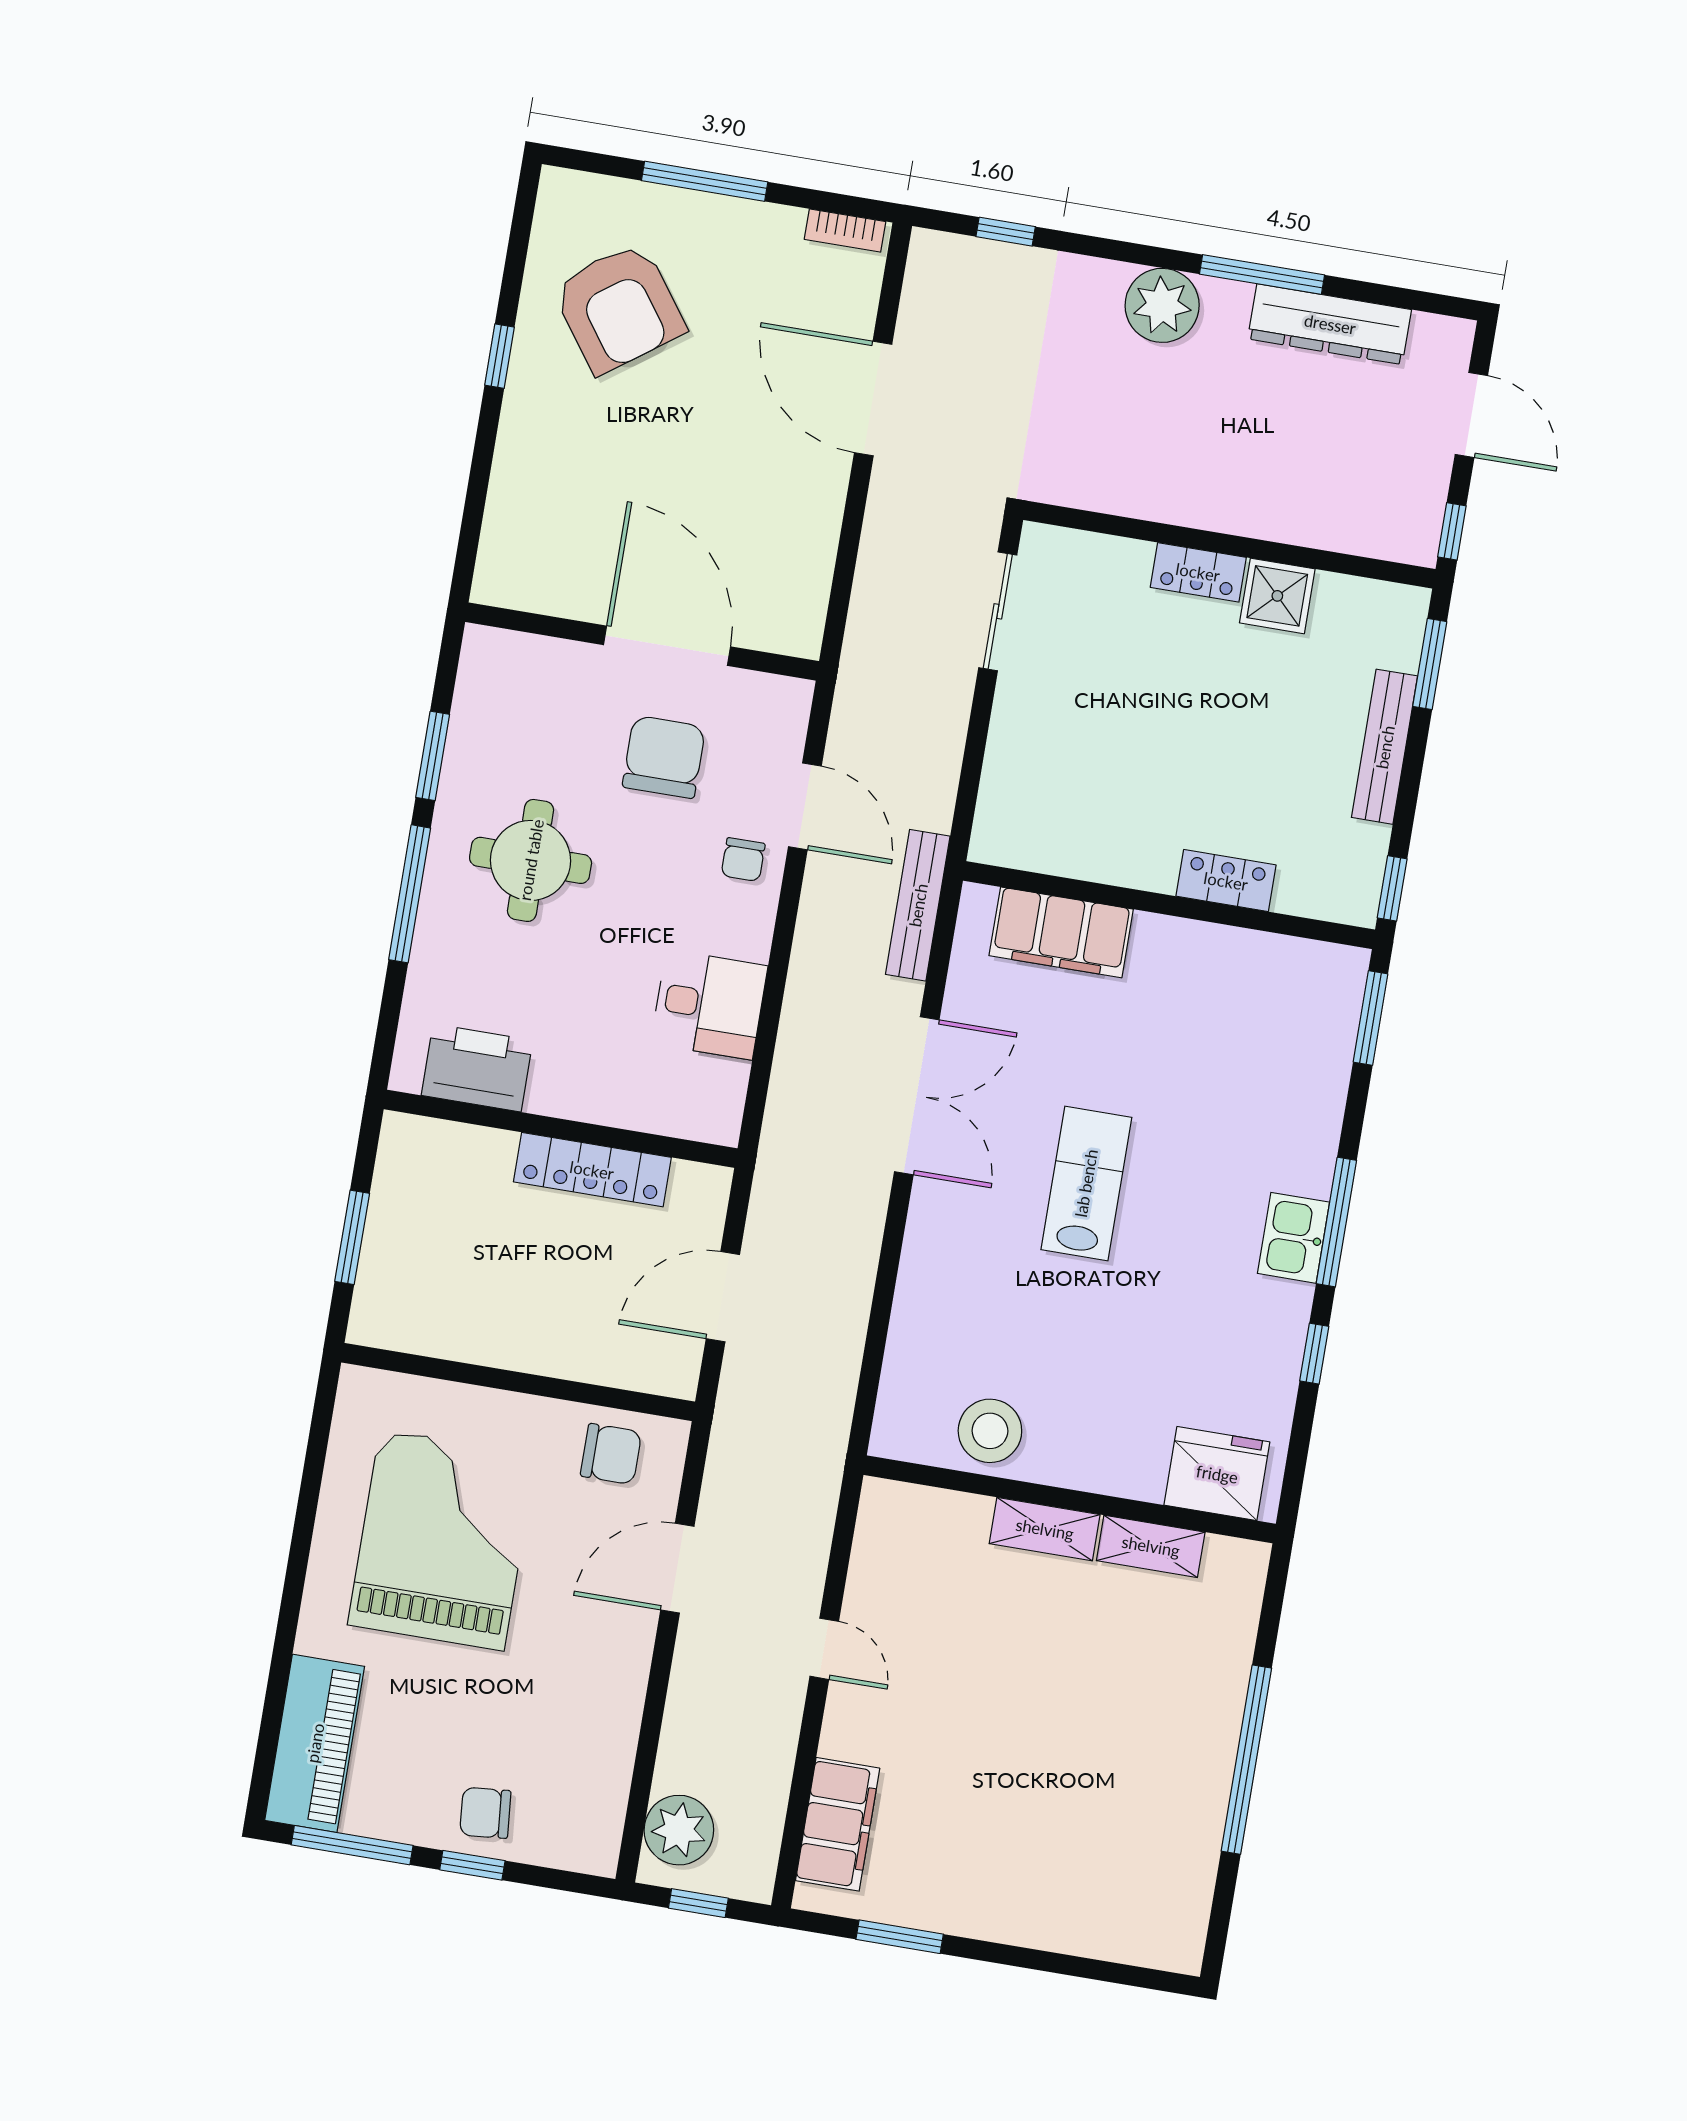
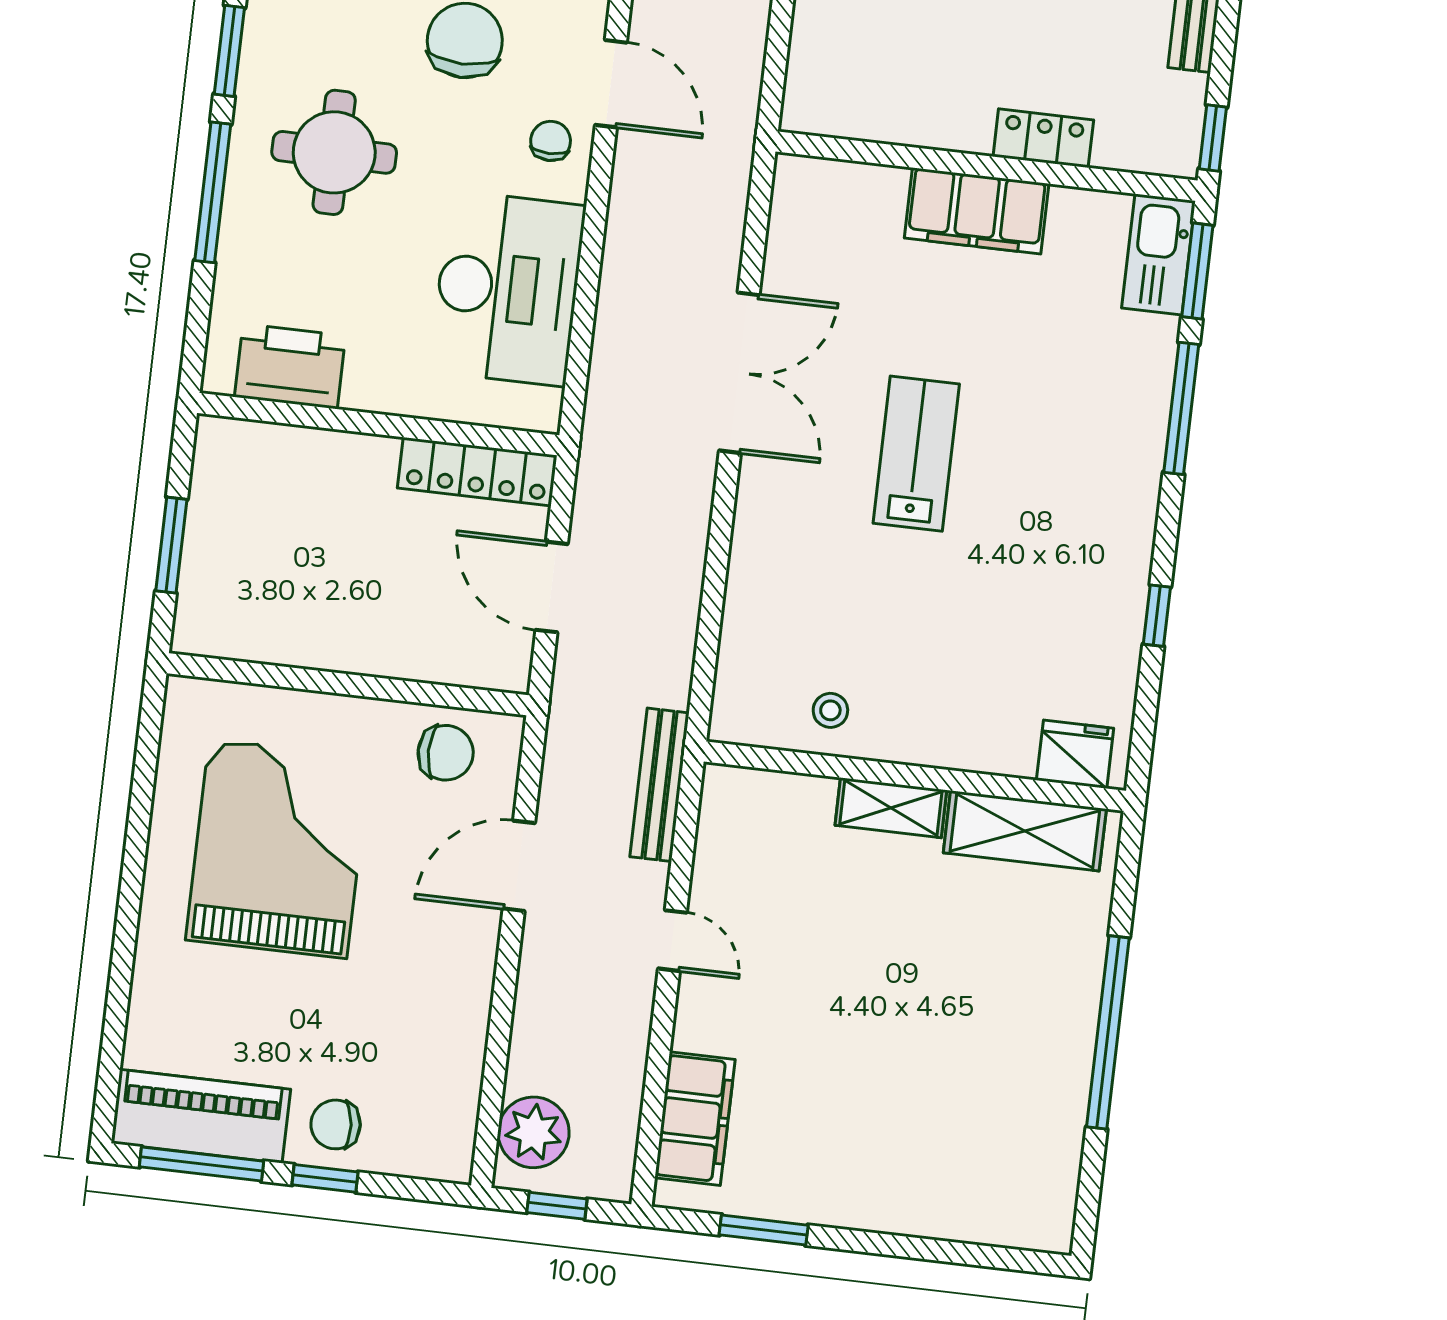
chair: (743, 860) -> (551, 141), turned 180
bench: (918, 905) -> (659, 785), moved
filing cabinet: (1061, 932) -> (977, 211), moved
desk: (709, 1005) -> (508, 288), width x1.87, depth x1.30
locker: (592, 1170) -> (477, 472), moved
window: (1336, 1222) -> (1181, 408), moved
kitchen sink: (1293, 1238) -> (1159, 254), moved, width x1.38
door: (723, 1297) -> (552, 587), hinge flipped
stool: (990, 1431) -> (830, 710), width x0.53, depth x0.53
fridge: (1217, 1474) -> (1075, 754), width x0.73, depth x0.75
shelving: (1151, 1546) -> (1025, 831), width x1.50, depth x1.33
piano: (315, 1743) -> (201, 1116), moved, turned -90

